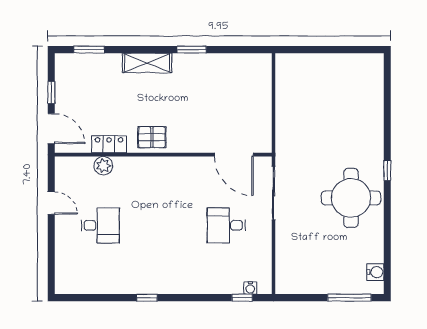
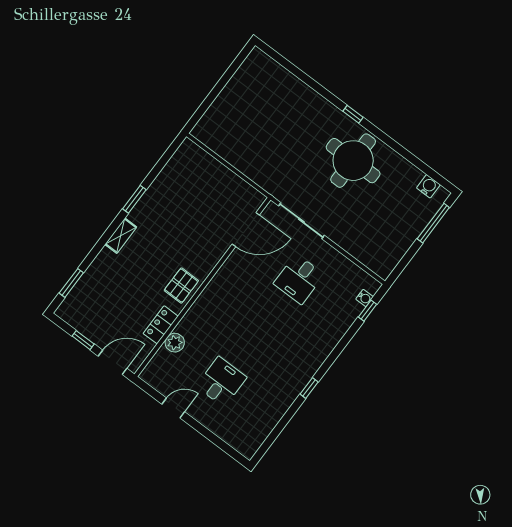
shelving: (147, 63) -> (121, 236), width x0.67, depth x0.75

